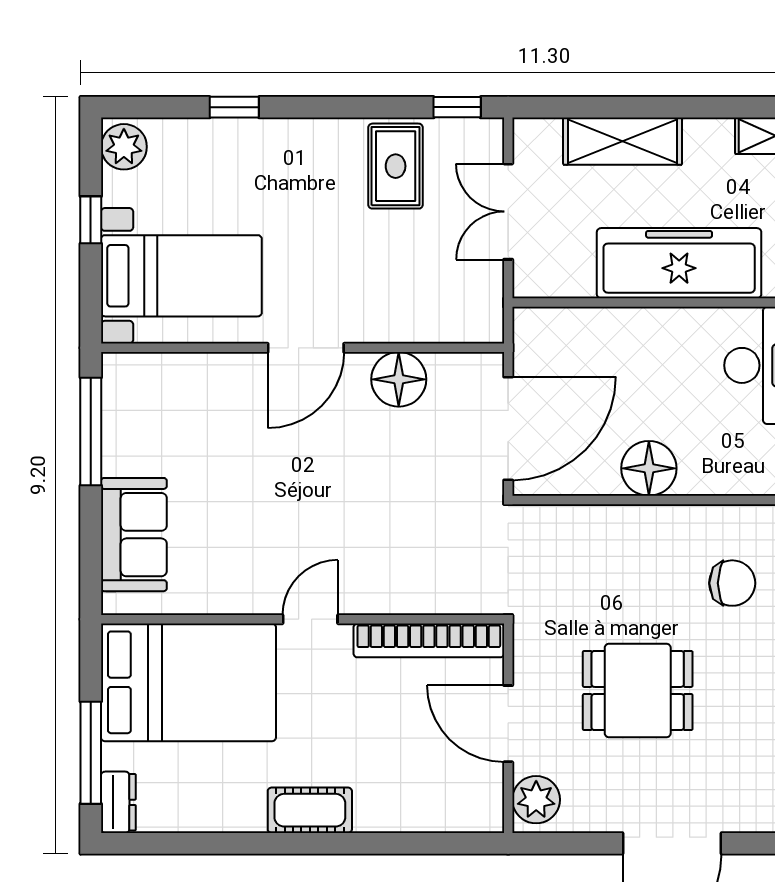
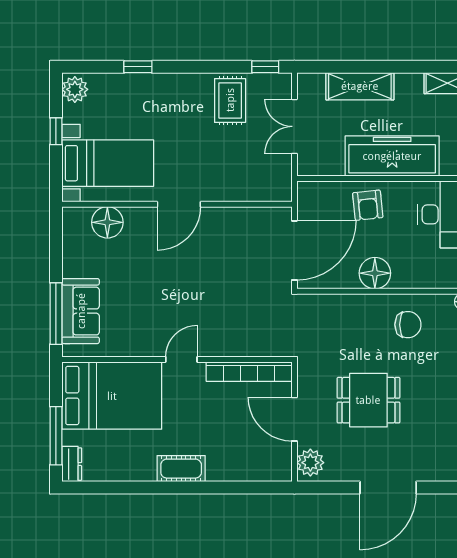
armchair: (636, 349) -> (368, 205), added
floor lamp: (399, 379) -> (107, 222), moved
window: (91, 431) -> (56, 314), moved
chair: (732, 583) -> (408, 325), moved

